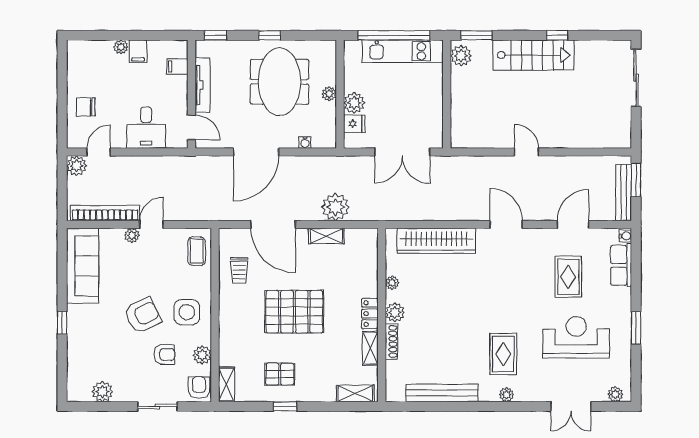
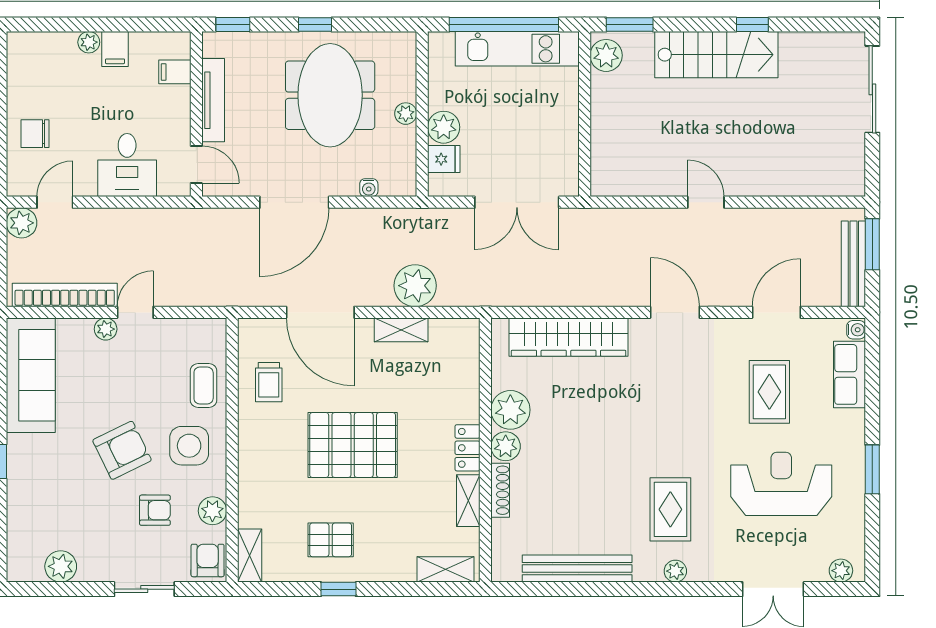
coffee table: (197, 251) -> (204, 386), moved
plant: (392, 283) -> (510, 410), width x1.88, depth x1.88

